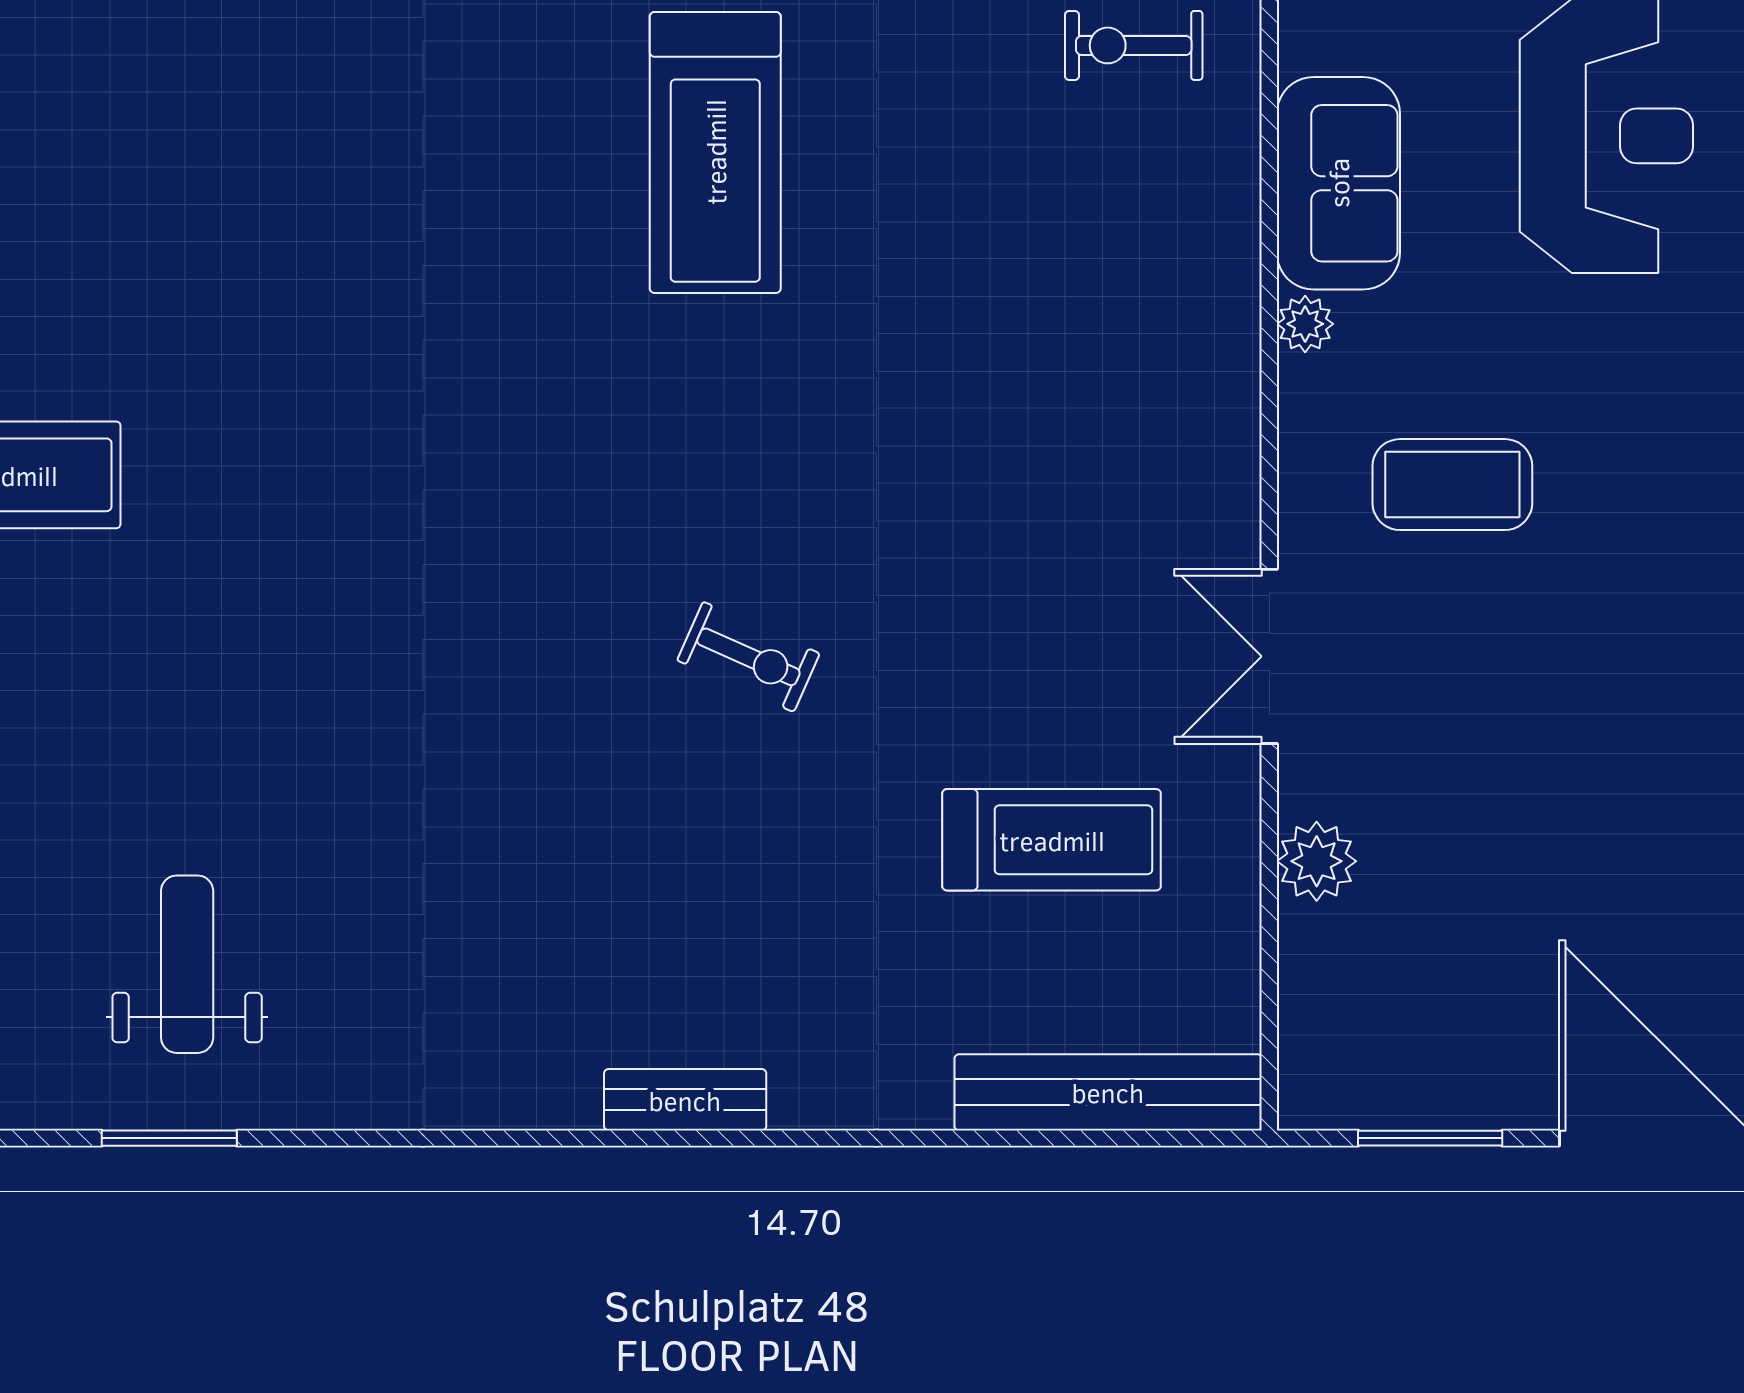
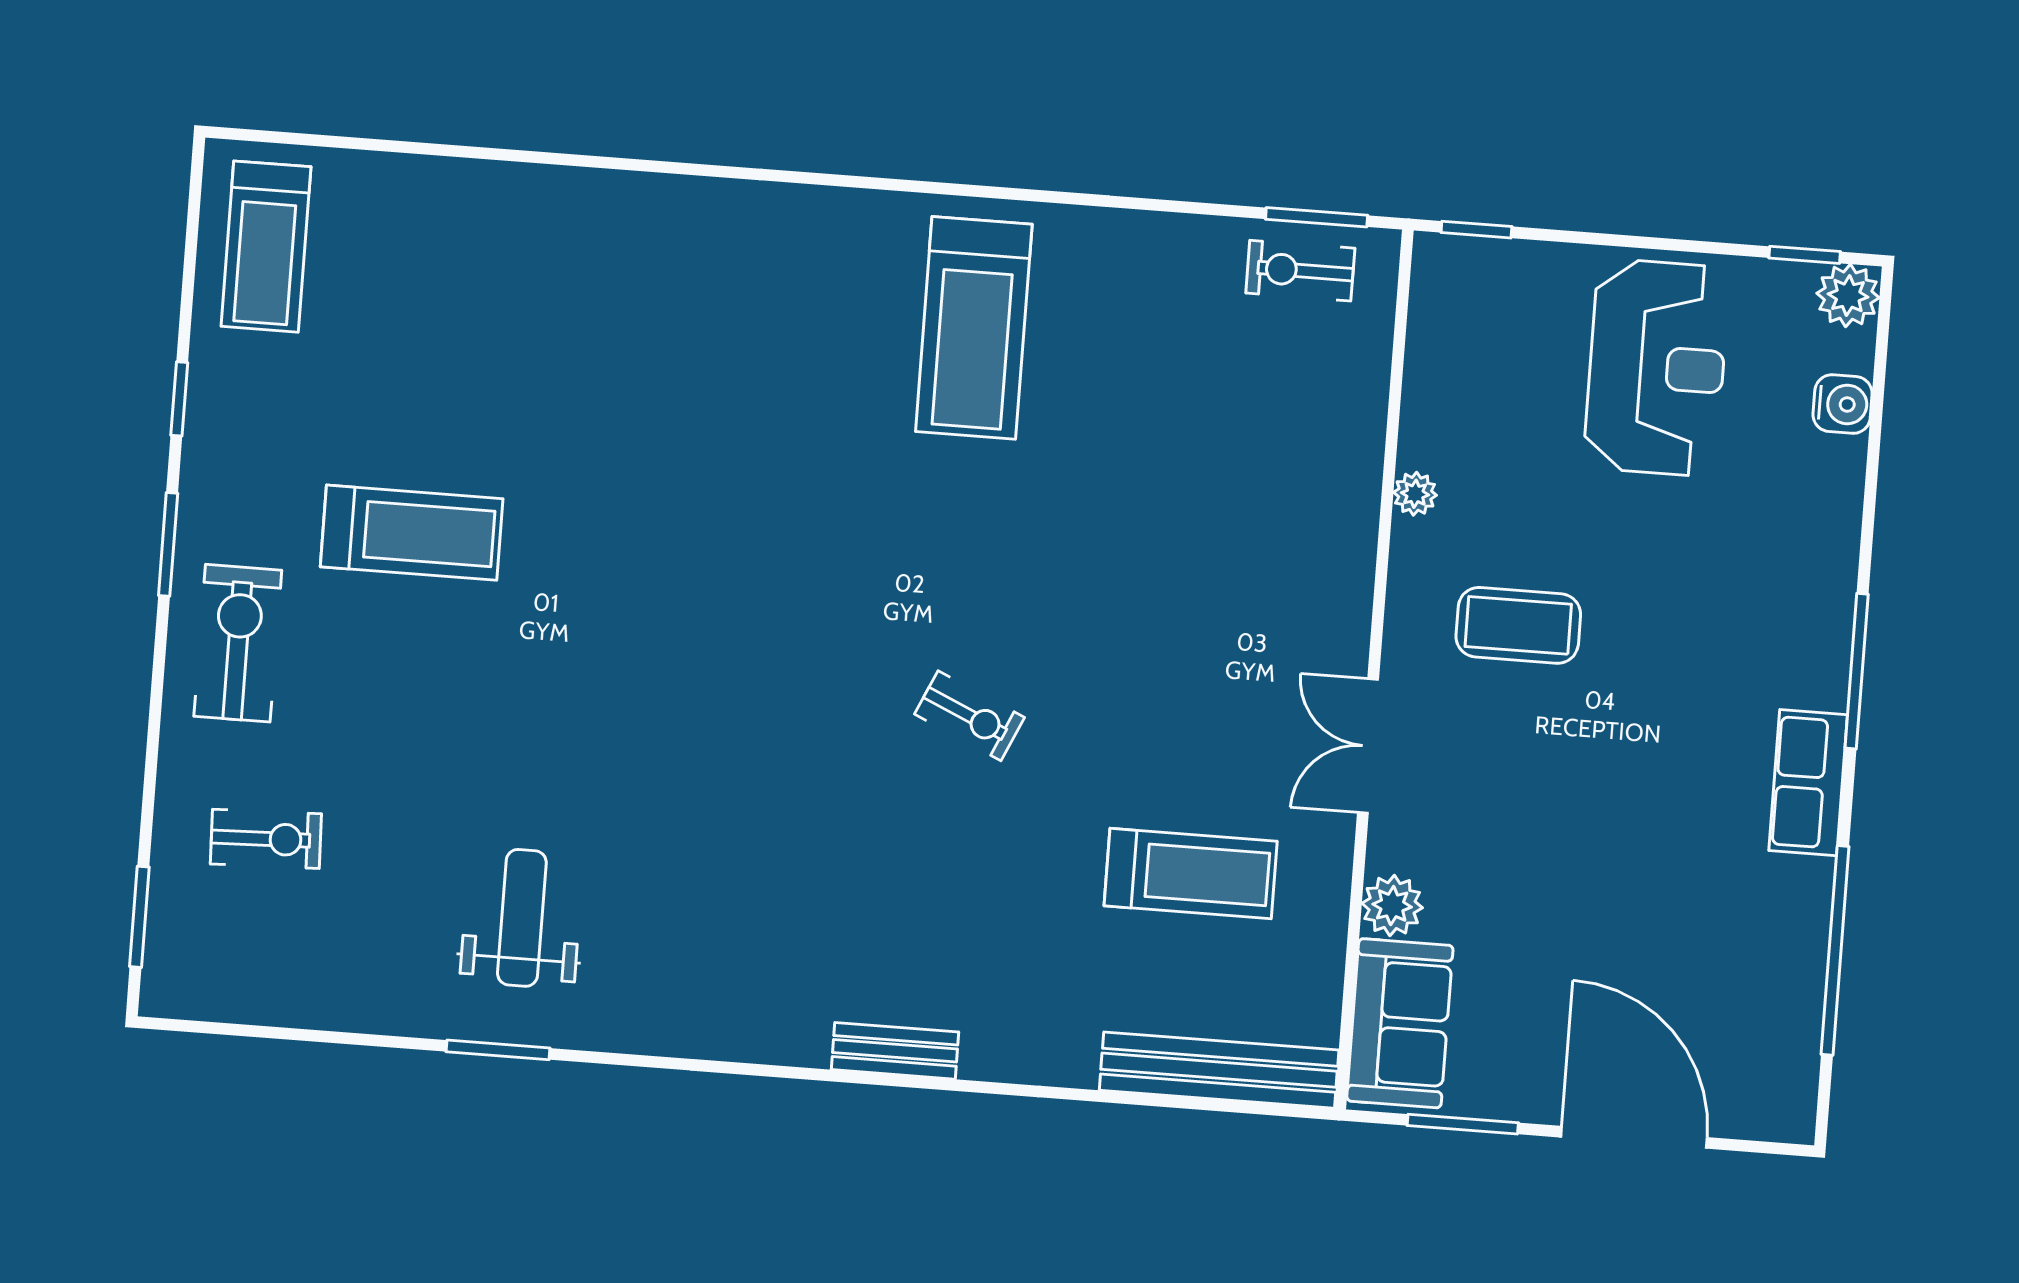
sofa: (1338, 183) -> (1400, 1023), moved

